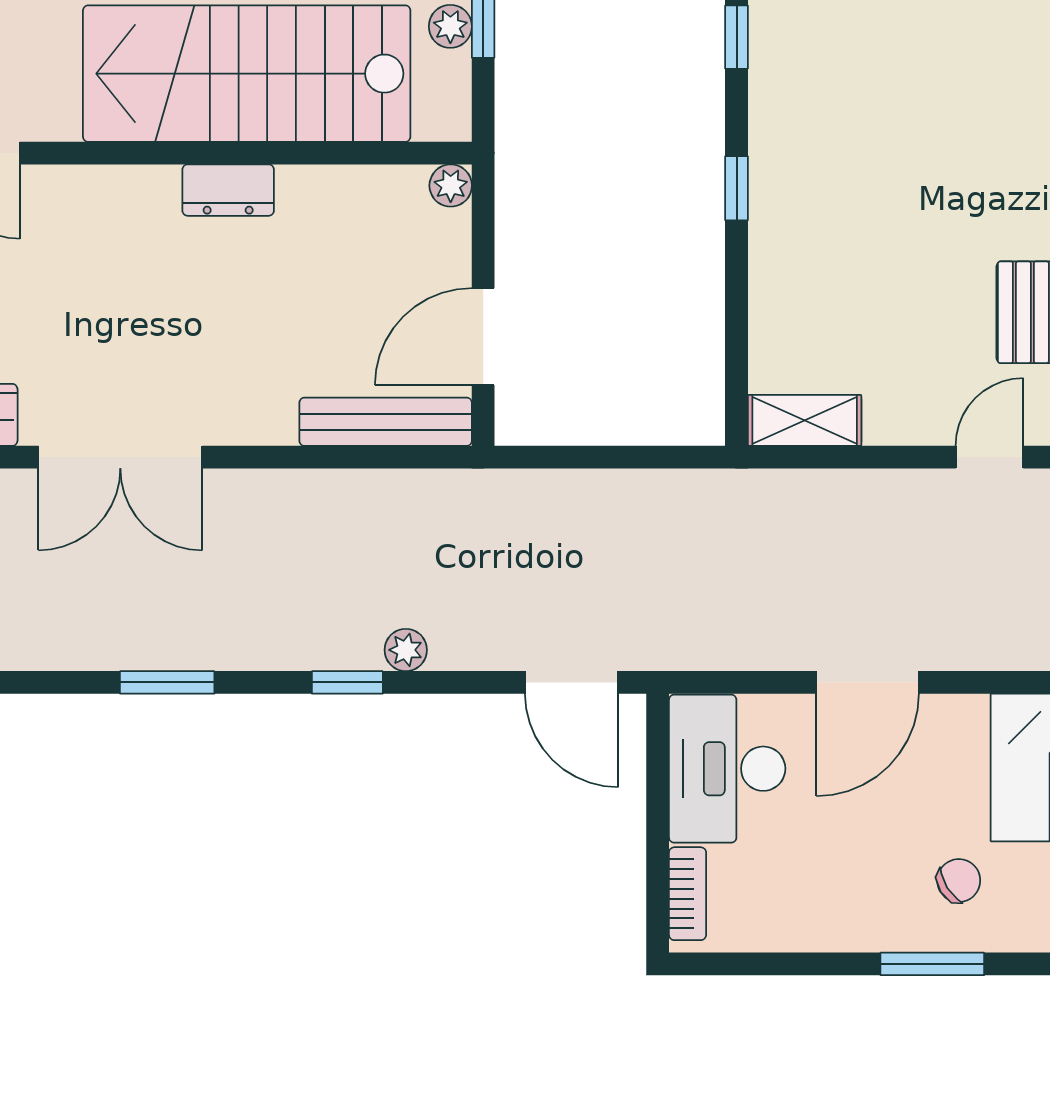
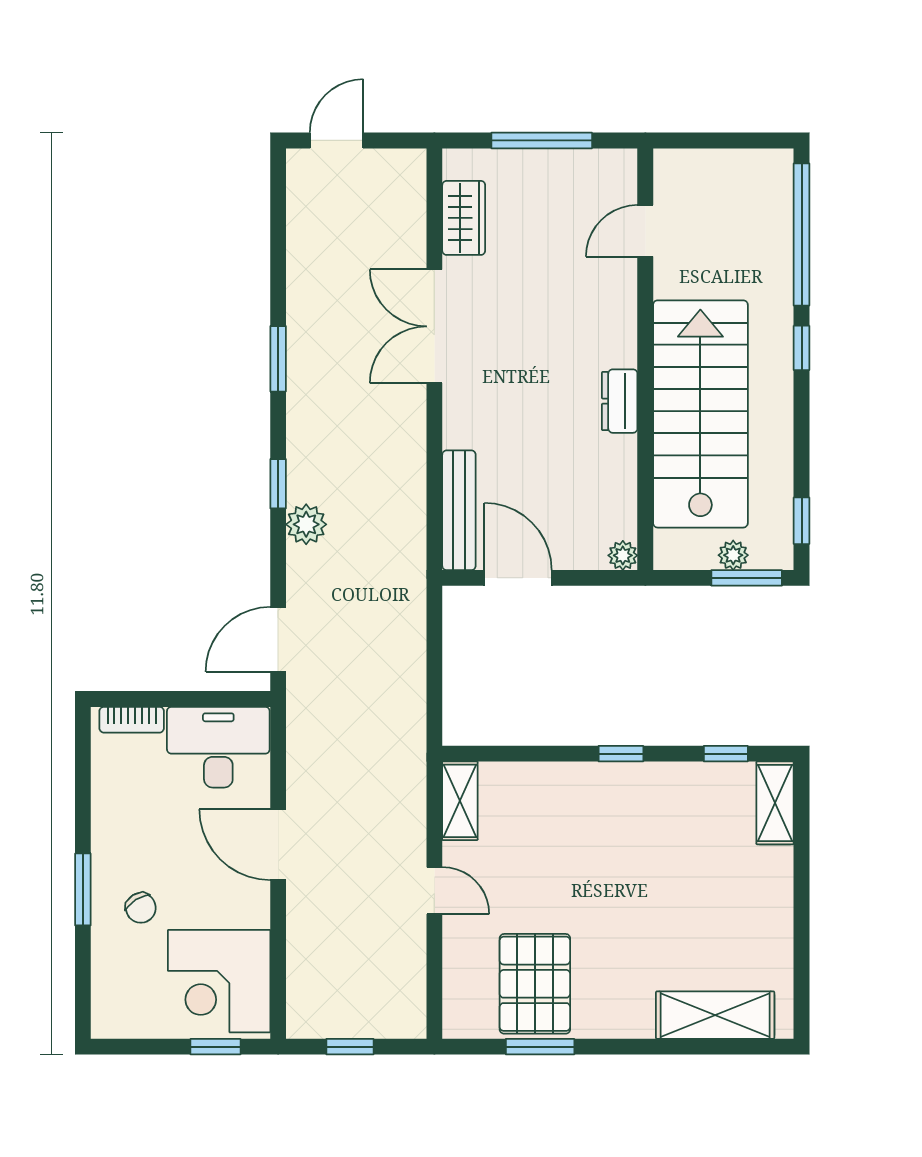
door: (989, 457) -> (434, 891), moved
plant: (406, 650) -> (306, 524), width x1.38, depth x1.38

